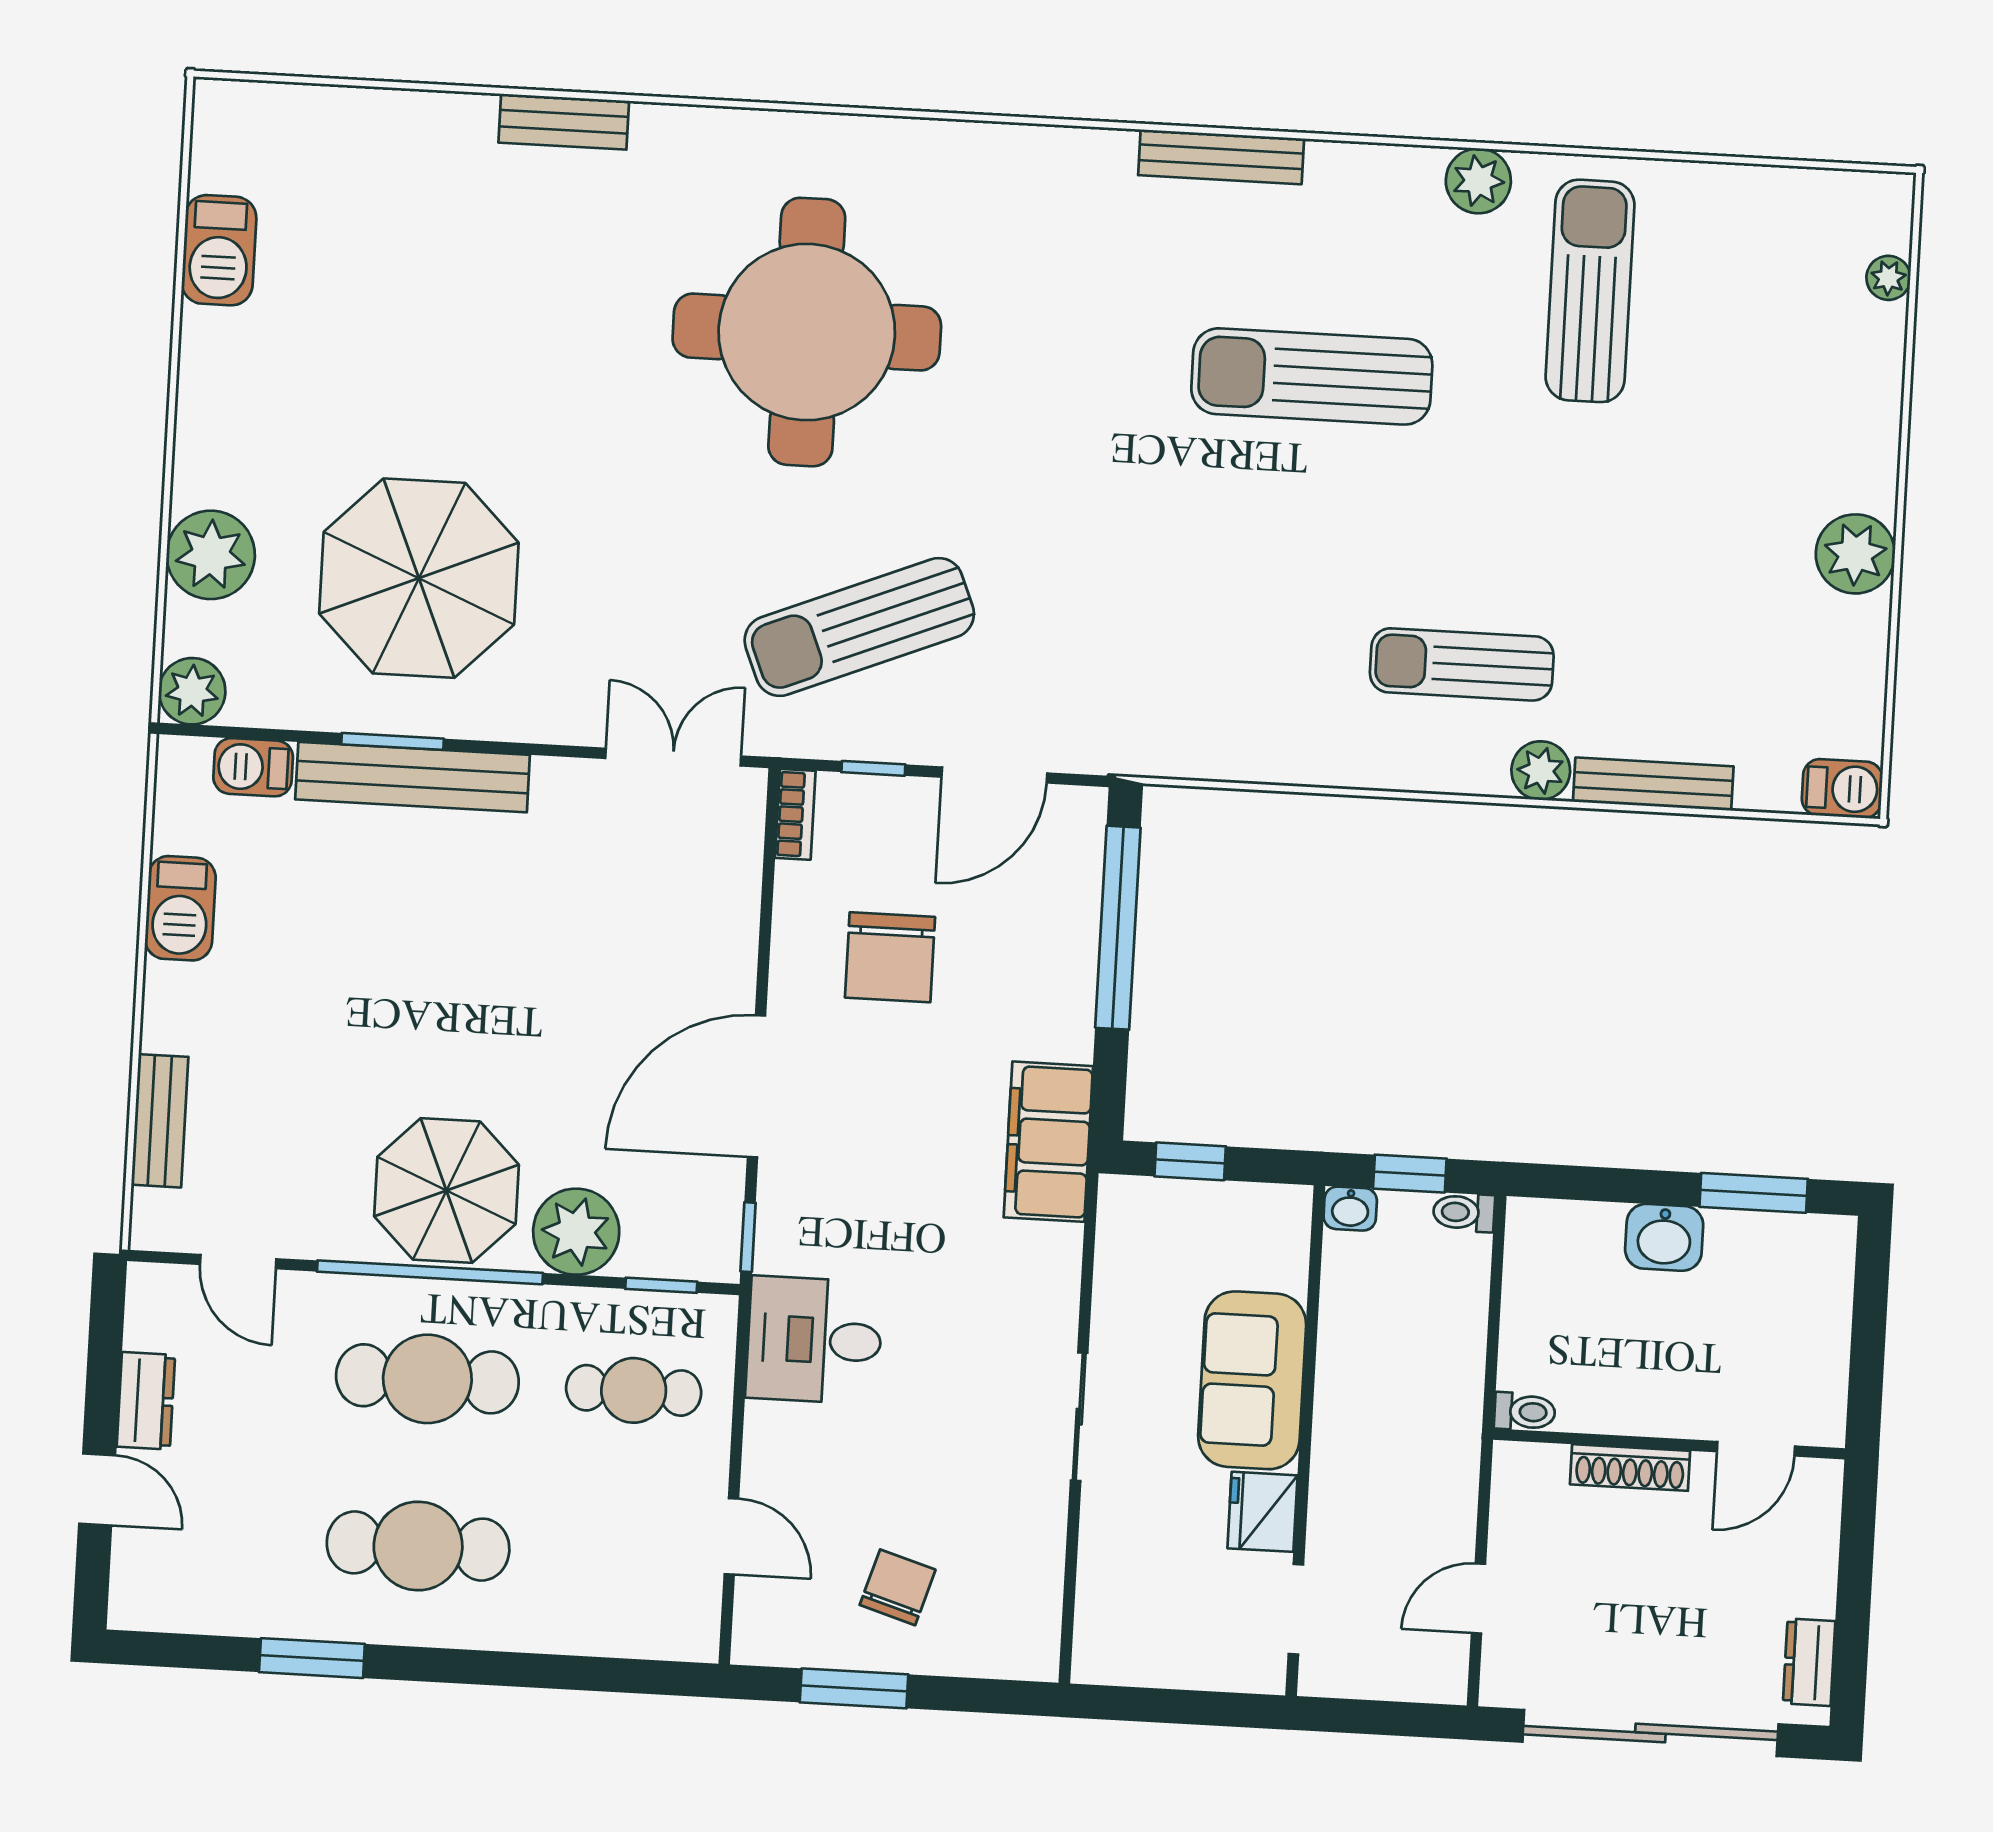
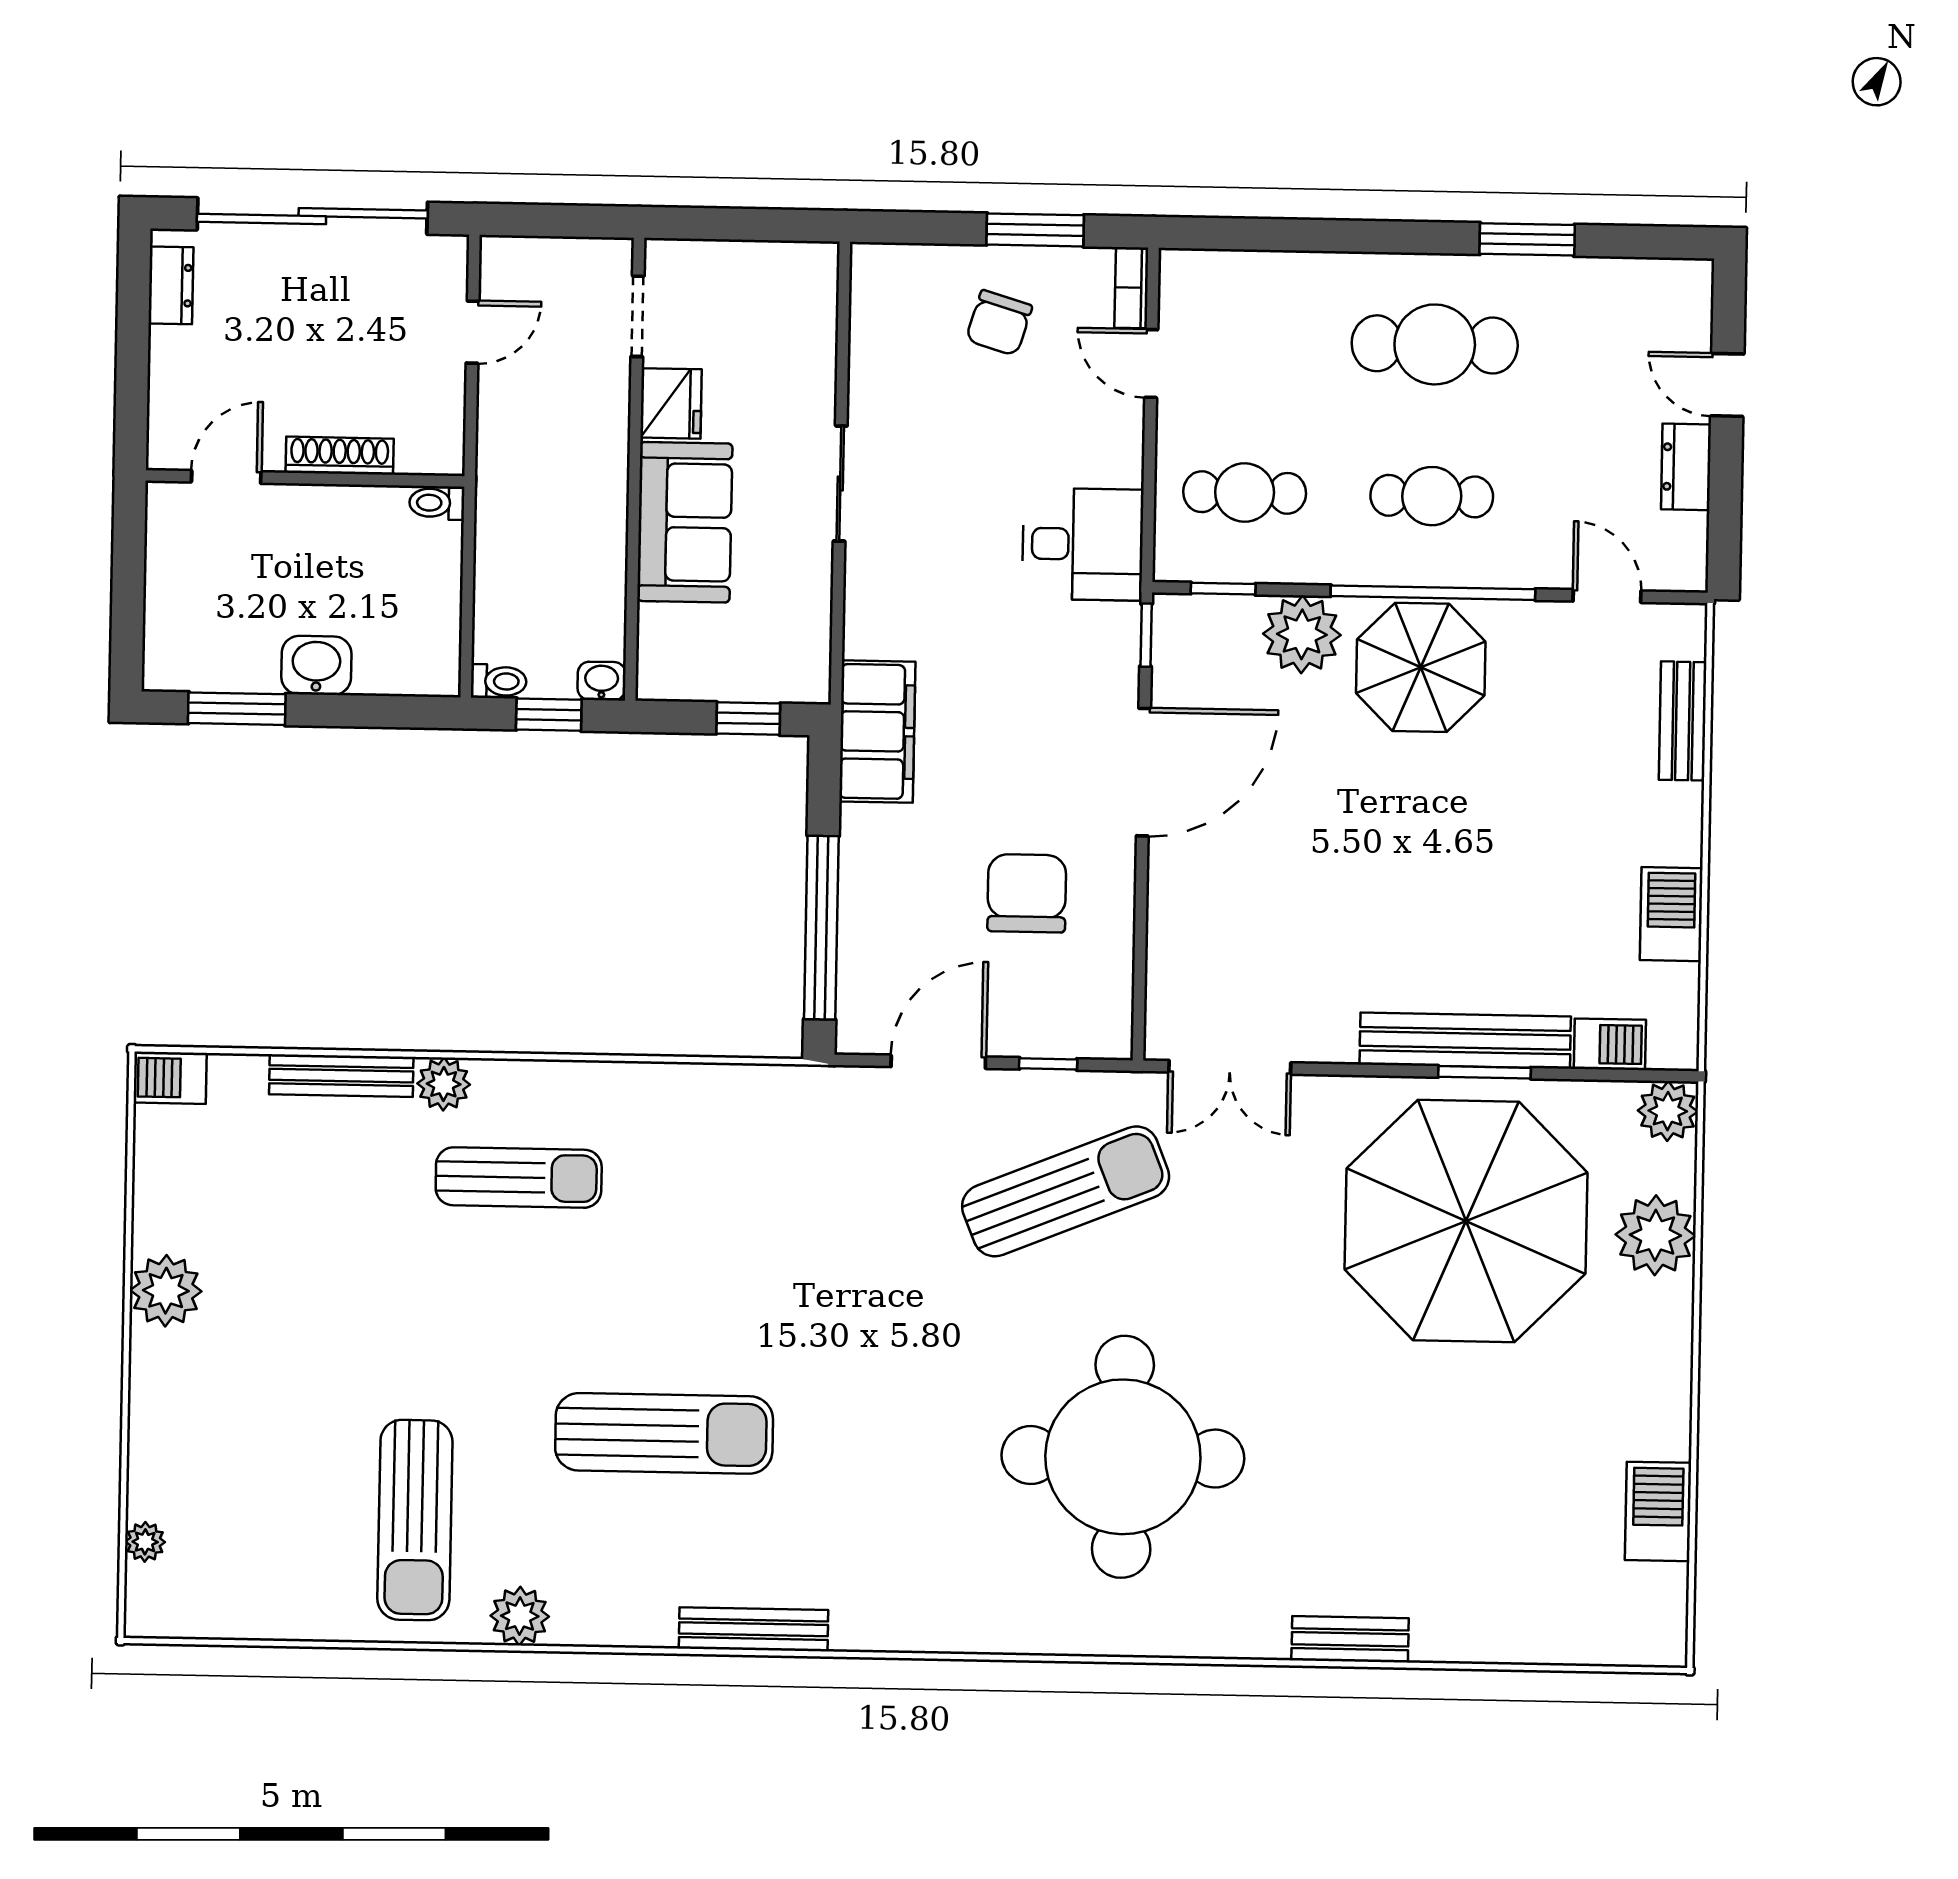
parasol: (419, 578) -> (1466, 1221), width x1.36, depth x1.36
bookcase: (795, 814) -> (1131, 288), moved
cafe table: (427, 1379) -> (1432, 496), width x0.73, depth x0.74

